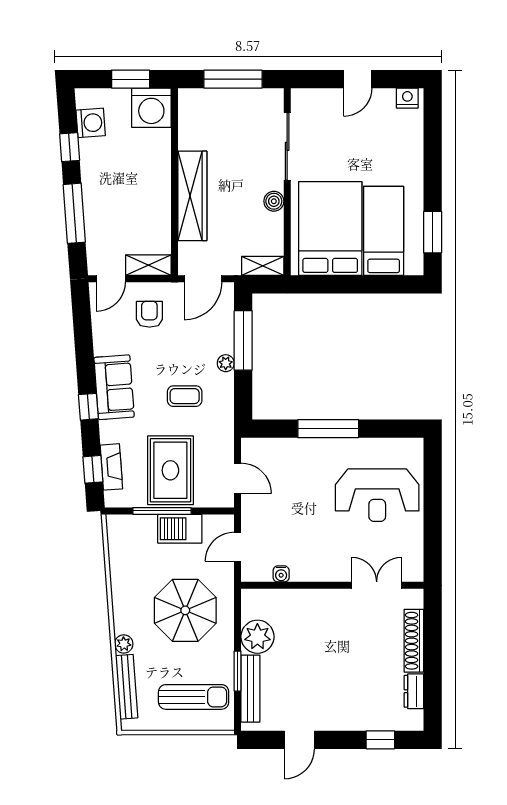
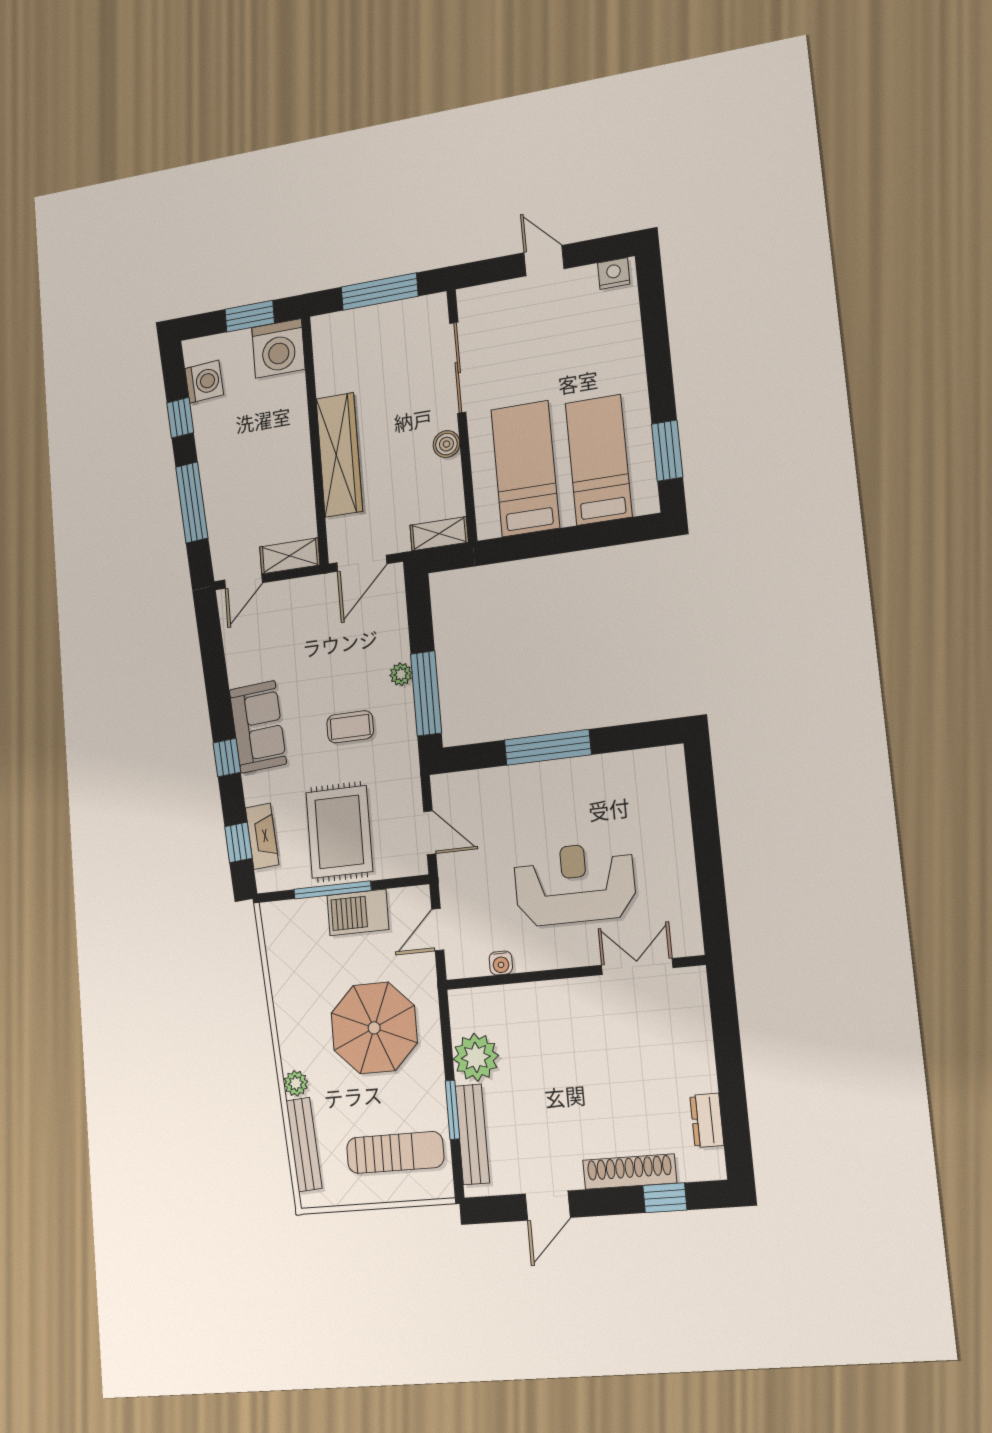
door: (358, 79) -> (544, 261), swing flipped
bed: (330, 228) -> (525, 469), width x0.67
armchair: (149, 314) -> (296, 622), removed
window: (243, 340) -> (426, 693), moved
reception desk: (377, 495) -> (575, 884), moved, turned 180
shoe rack: (414, 641) -> (630, 1172), moved, turned 90

